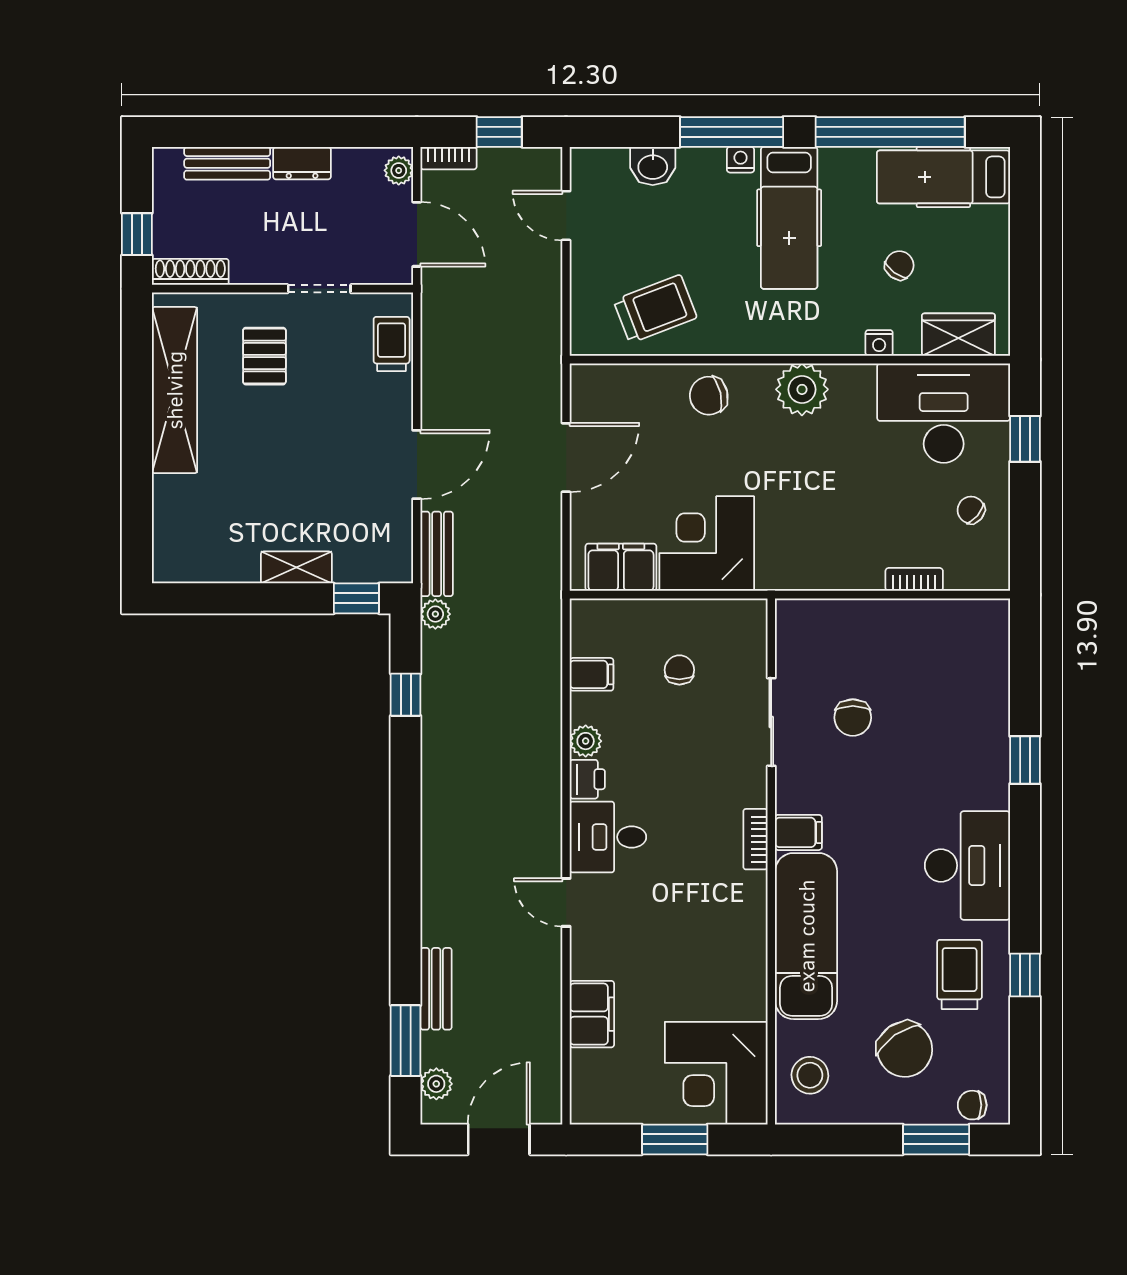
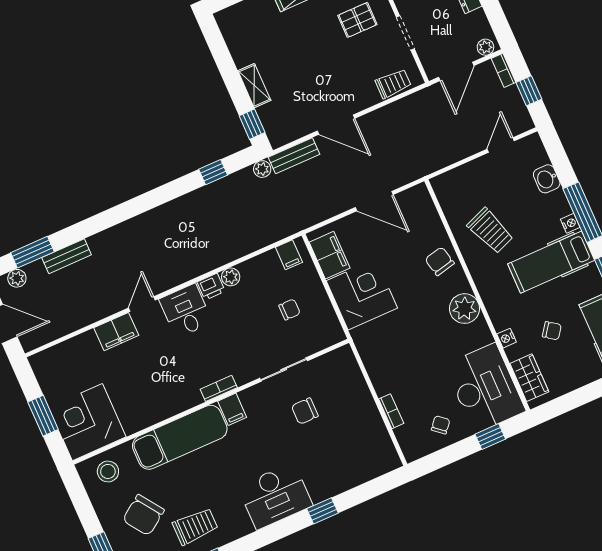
trolley: (655, 309) -> (490, 231), moved
filing cabinet: (592, 674) -> (289, 255), moved
desk: (967, 865) -> (275, 496), moved
filing cabinet: (592, 1014) -> (116, 332), moved

